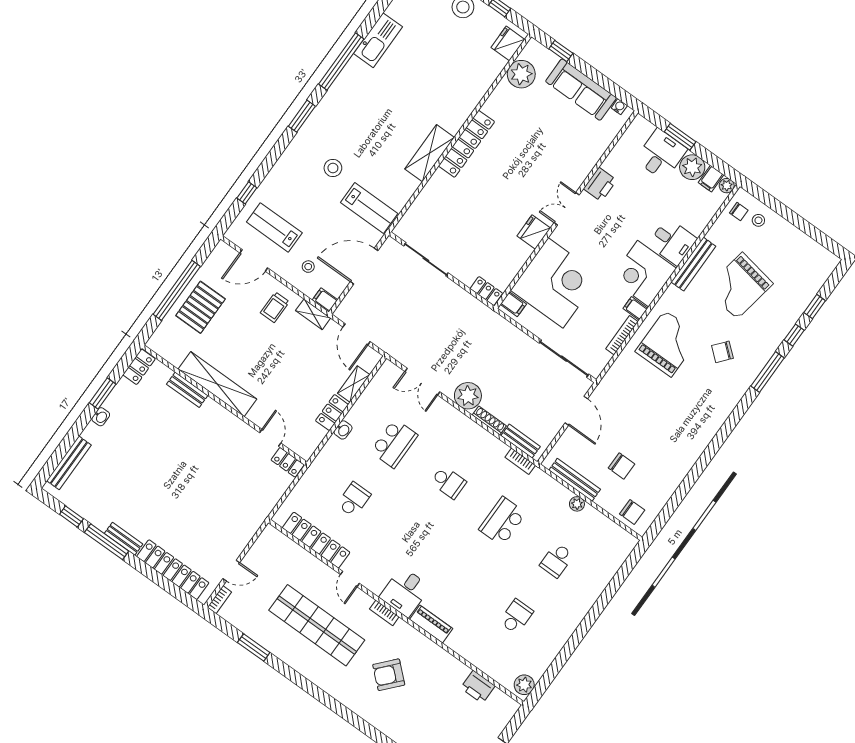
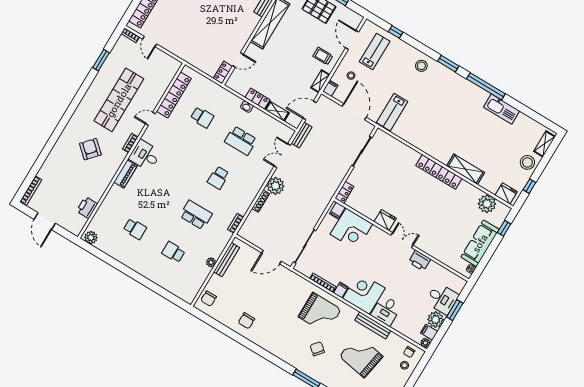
shelving: (430, 153) -> (466, 169), moved
stool: (333, 168) -> (421, 66), moved
corner desk: (556, 283) -> (351, 229), width x0.74, depth x0.74
bench: (521, 441) -> (302, 135), moved
chair: (621, 466) -> (246, 321), moved

